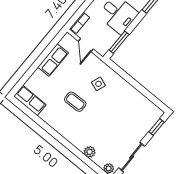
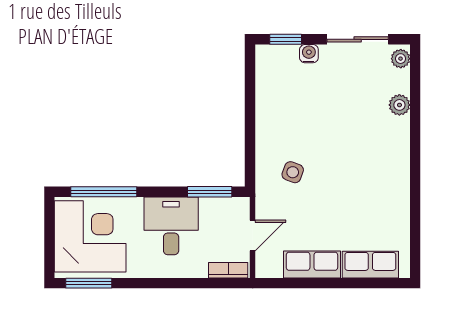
row of seats: (30, 100) -> (370, 265), moved, turned 90
coffee table: (75, 102) -> (345, 184), removed
water cooler: (142, 132) -> (309, 54), added

